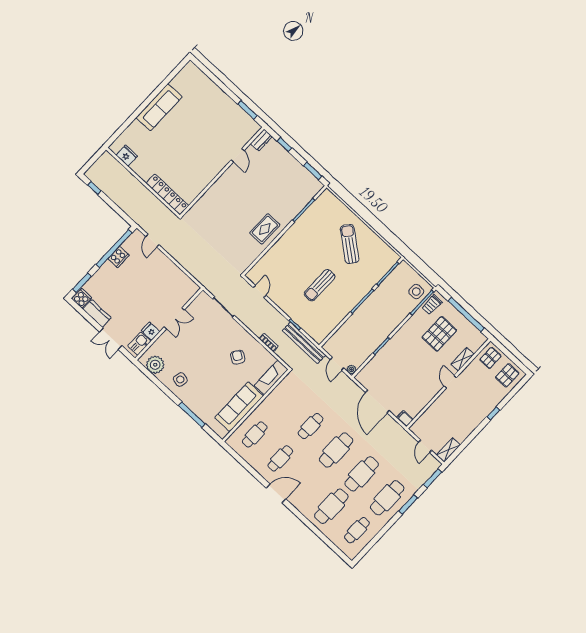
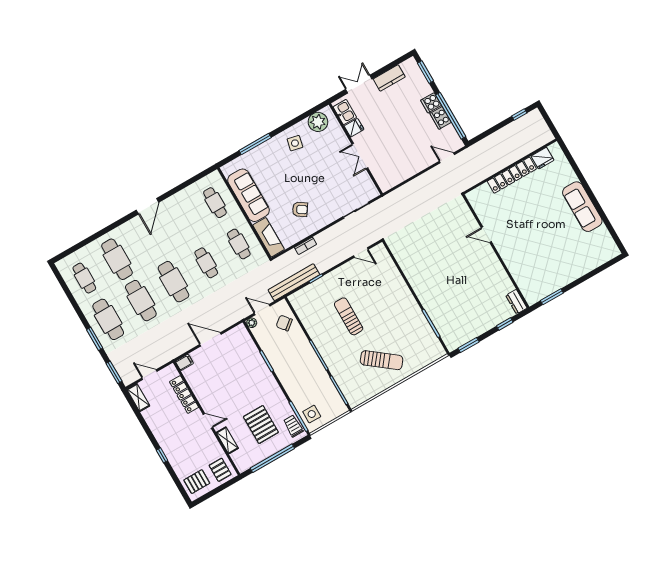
door: (238, 155) -> (486, 235), moved
locker: (167, 194) -> (512, 175), moved
rug: (265, 229) -> (424, 277), removed
cooker: (82, 298) -> (431, 103), moved, turned 90
chair: (343, 341) -> (284, 323), added
pallet: (507, 375) -> (197, 482), turned 90
door: (377, 402) -> (210, 339), width x0.73
locker: (433, 410) -> (184, 395), added
cafe table: (280, 458) -> (239, 244), moved

